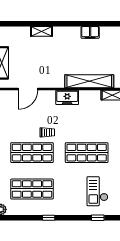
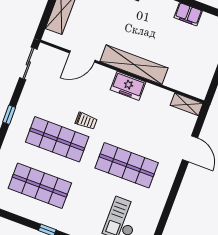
shelving: (89, 81) -> (134, 65), moved

